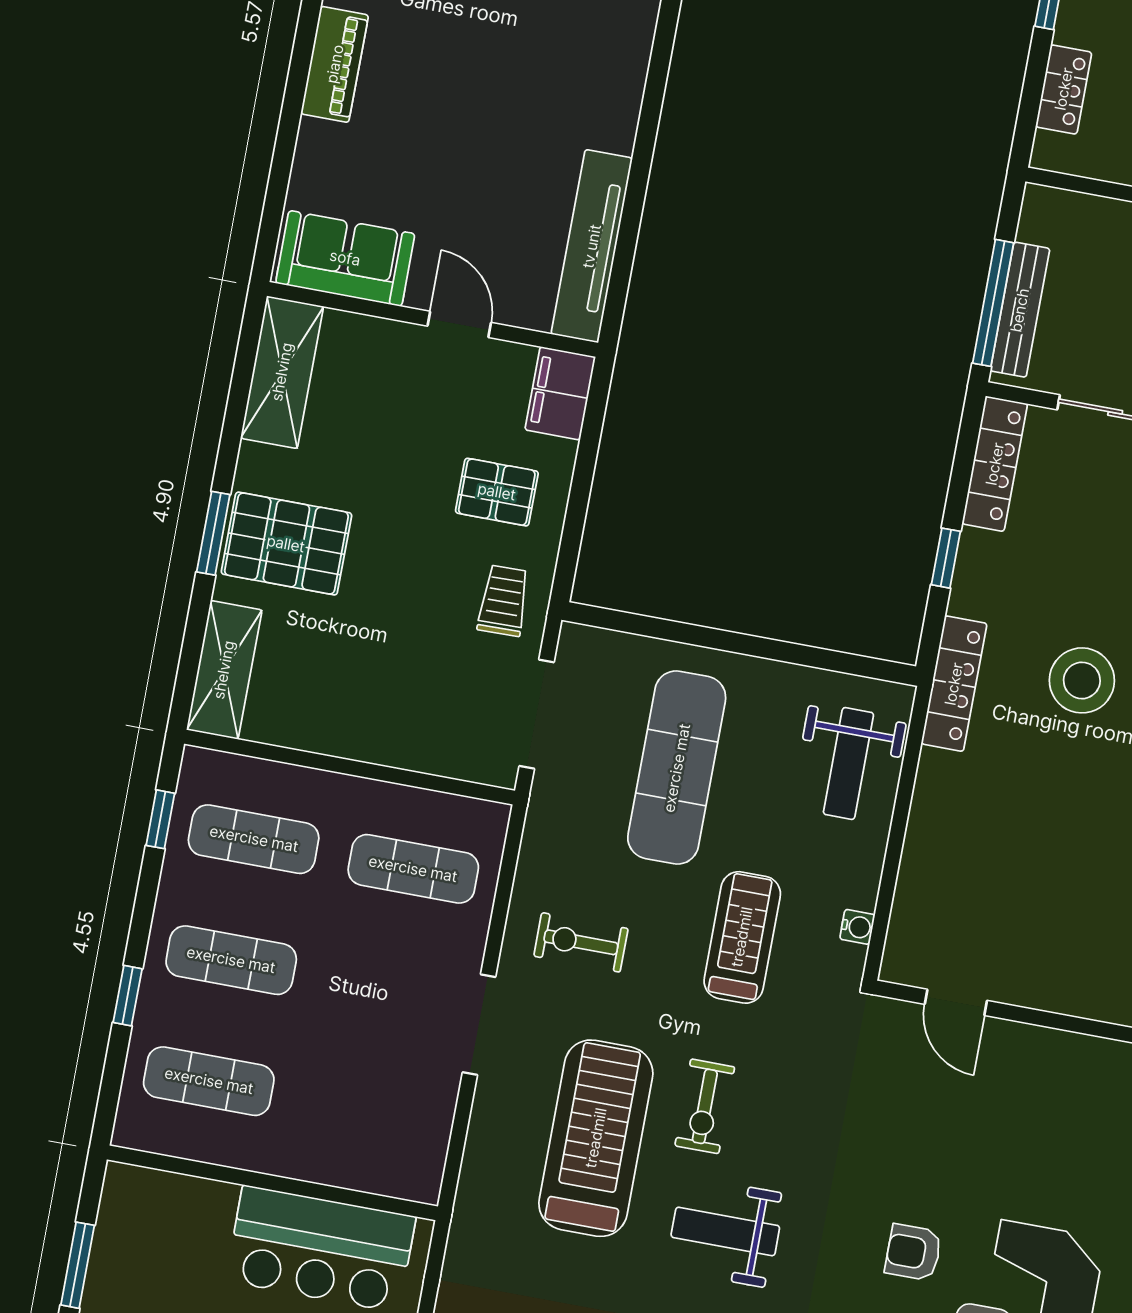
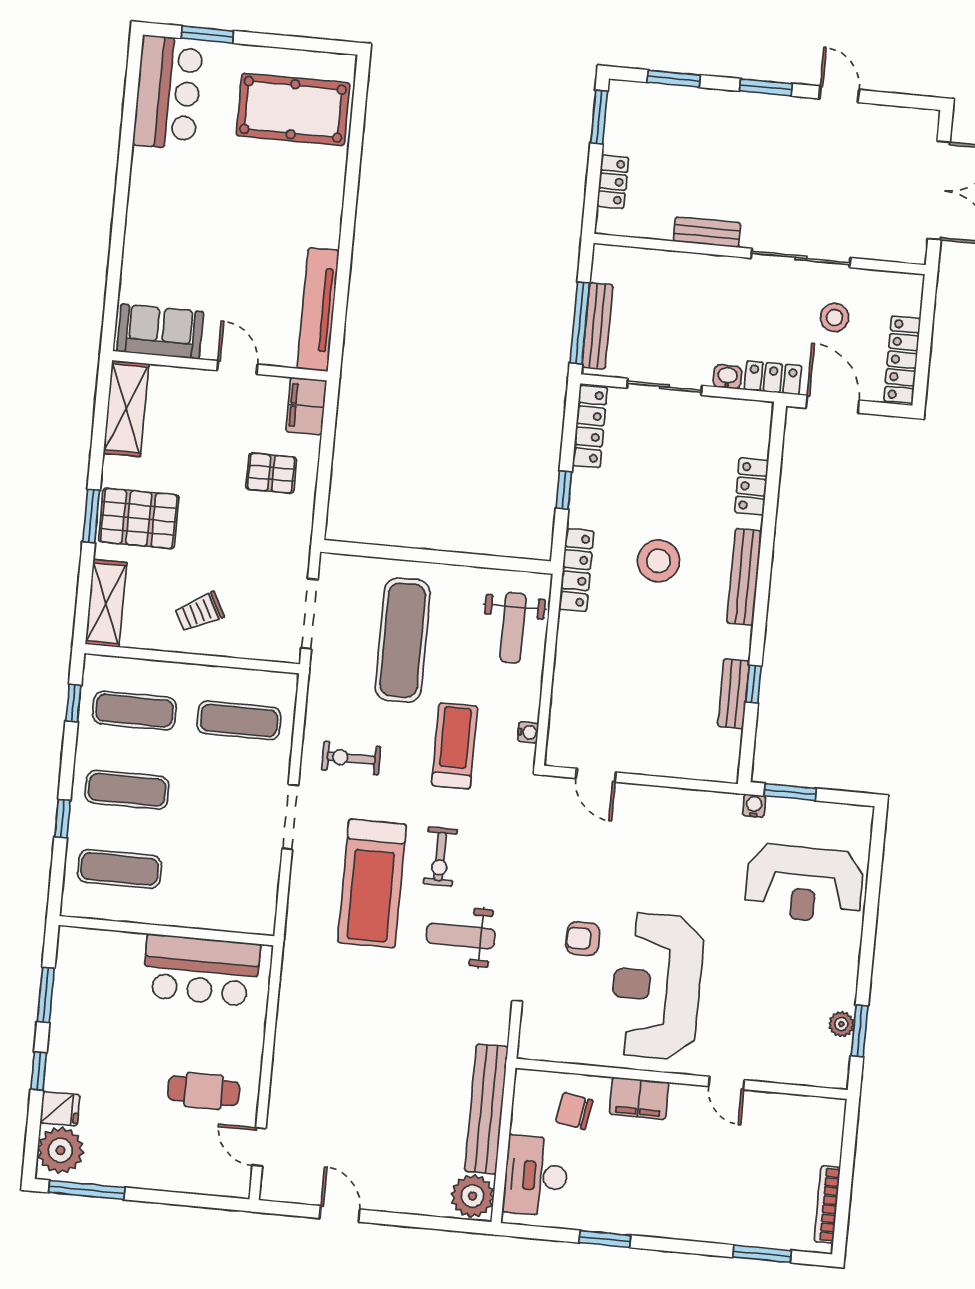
piano: (335, 64) -> (142, 207), removed
trolley: (504, 601) -> (200, 612), moved, turned -117
treadmill: (596, 1138) -> (372, 883), turned 180

